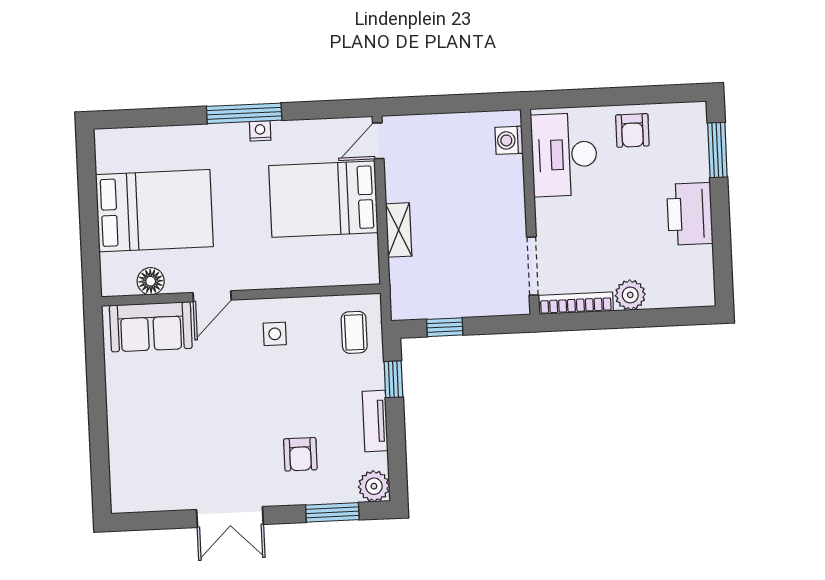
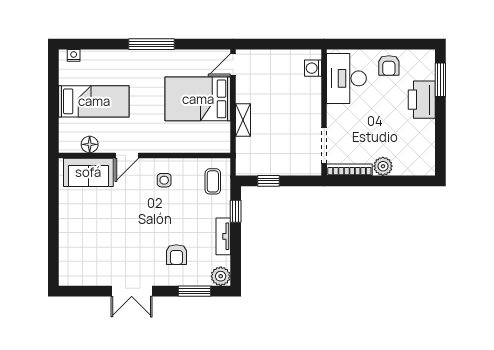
nightstand: (260, 131) -> (74, 55), moved
bed: (154, 211) -> (94, 101), width x0.67
printer: (690, 214) -> (422, 100), moved

